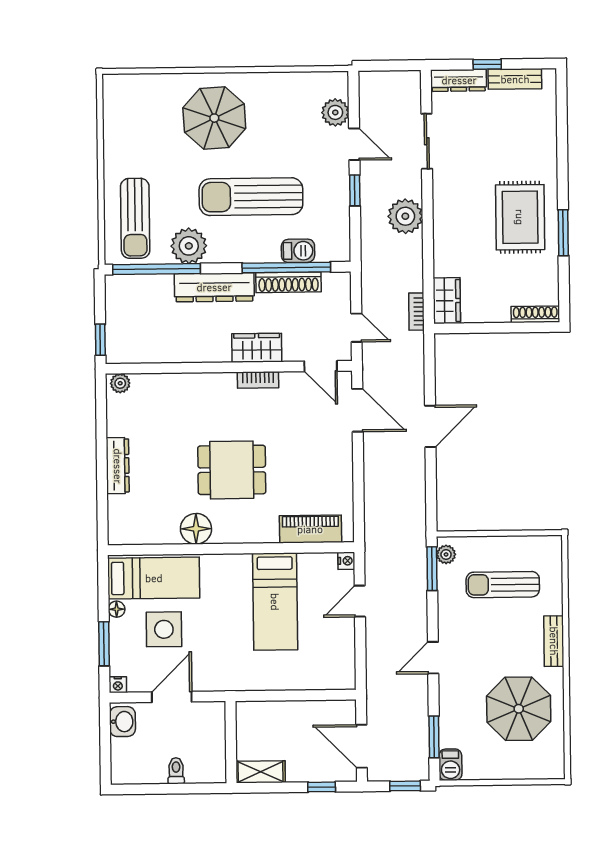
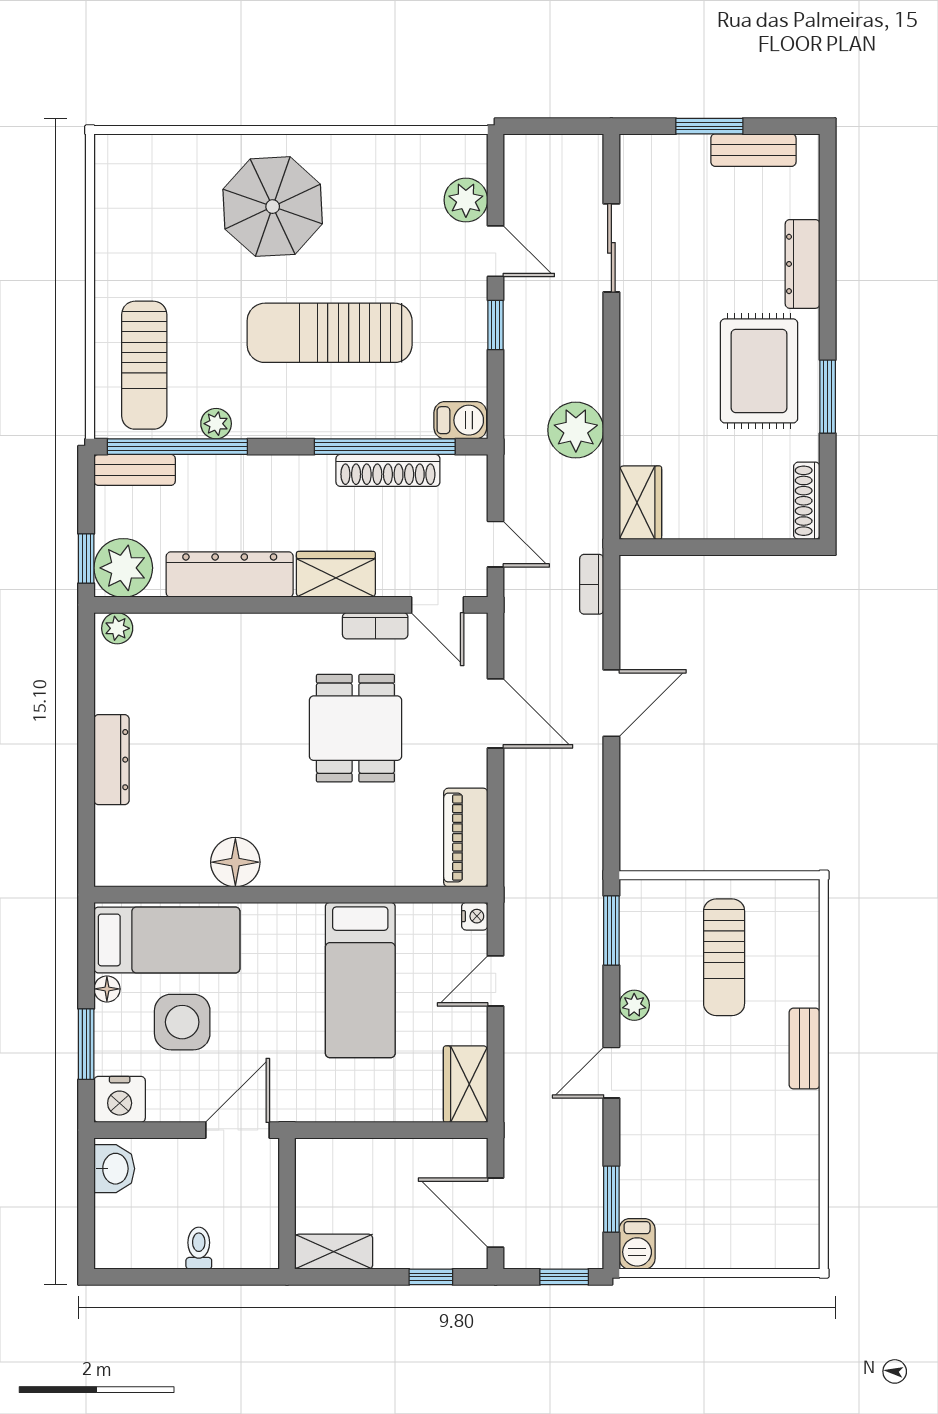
window: (487, 64) -> (709, 126), width x1.50
dresser: (459, 80) -> (803, 264), moved, turned 90
plant: (405, 216) -> (576, 430), moved
plant: (189, 246) -> (216, 424), width x0.53, depth x0.53
barbecue: (298, 251) -> (460, 420), moved
bench: (130, 284) -> (135, 470), added
dresser: (214, 287) -> (230, 575), moved, turned 180
bookcase: (416, 312) -> (592, 584), moved
shoe rack: (535, 314) -> (807, 501), moved, turned -90
plant: (124, 345) -> (123, 568), added
bookcase: (258, 380) -> (375, 626), moved
door: (357, 410) -> (496, 713), moved
dining table: (232, 470) -> (355, 728), moved, turned 90
piano: (310, 529) -> (466, 838), moved, turned -90
plant: (446, 554) -> (634, 1005), moved
sun lounger: (503, 585) -> (724, 957), turned -90
wardrobe: (342, 666) -> (466, 1084), added
nightstand: (118, 685) -> (120, 1099), width x1.89, depth x1.79
door: (172, 697) -> (237, 1130), moved
parasol: (519, 709) -> (747, 1156), removed

